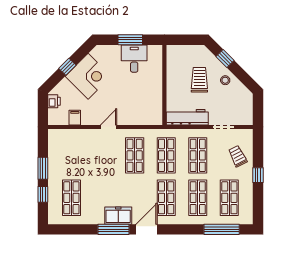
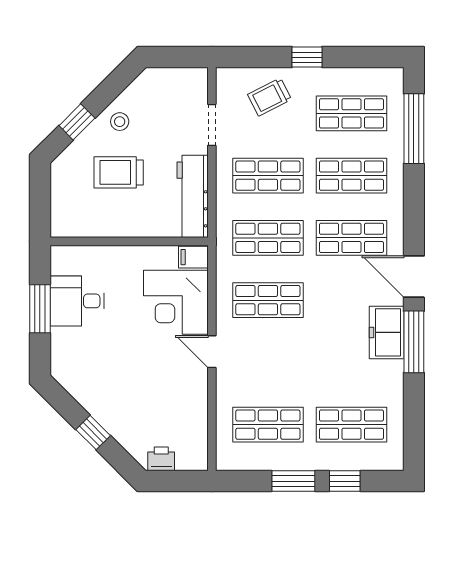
corner desk: (88, 76) -> (176, 302), moved, turned -135
filing cabinet: (75, 118) -> (193, 257), moved
shop shelf: (71, 155) -> (268, 425), added

